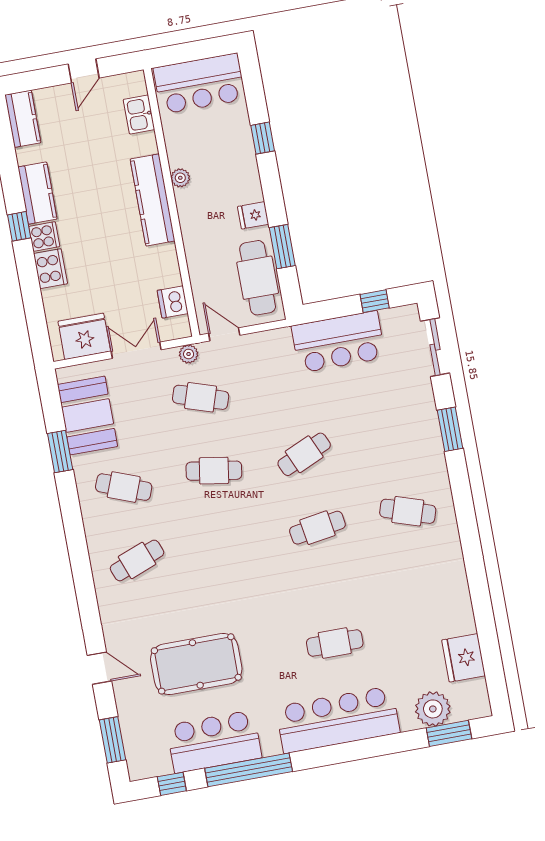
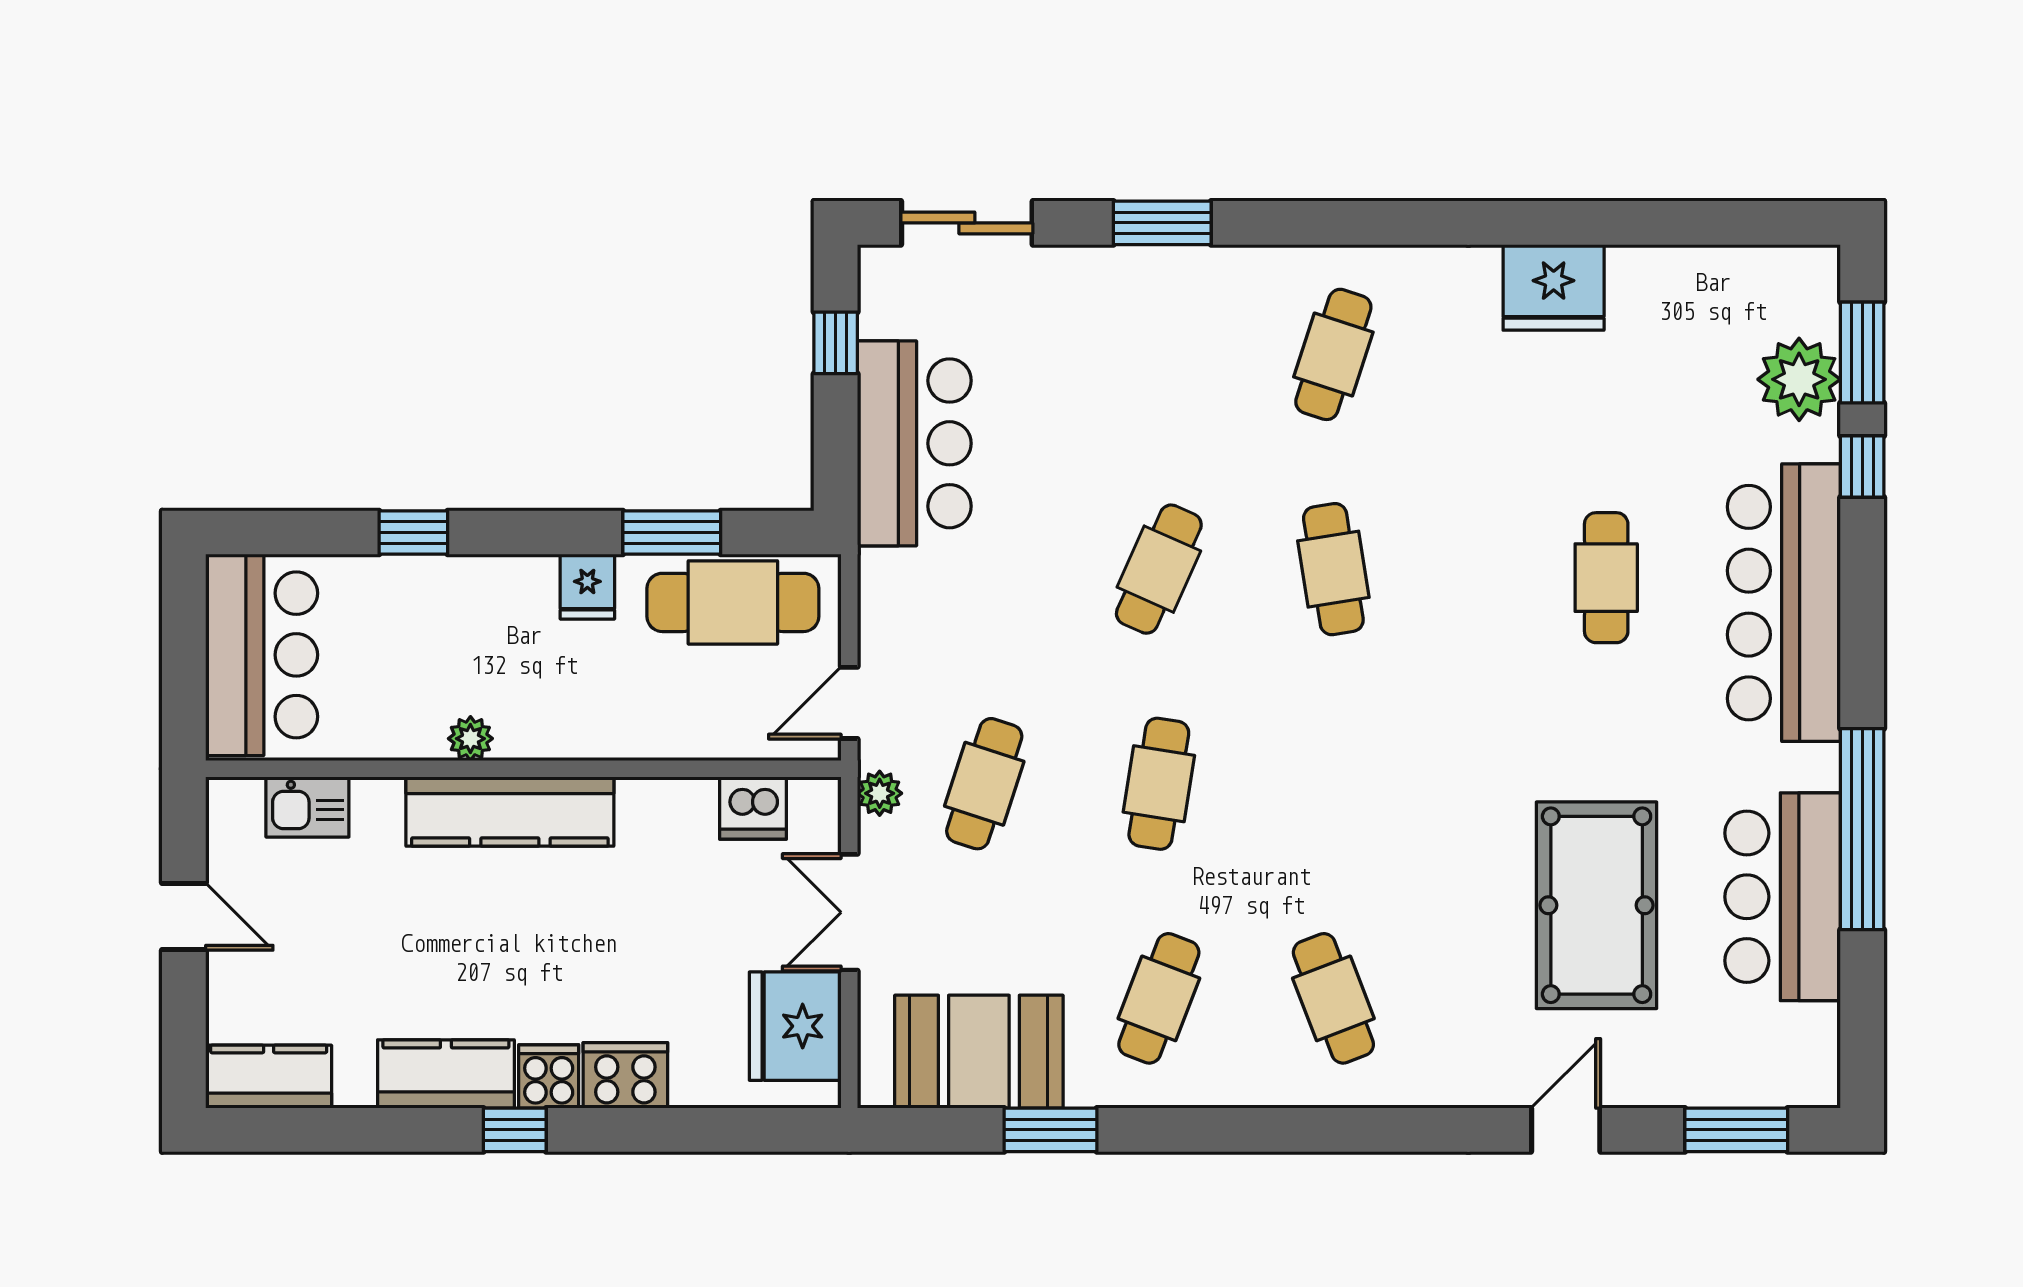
cafe table: (304, 454) -> (1159, 569), turned 48
fridge: (463, 658) -> (1554, 287), moved
window: (172, 784) -> (1862, 467), moved

